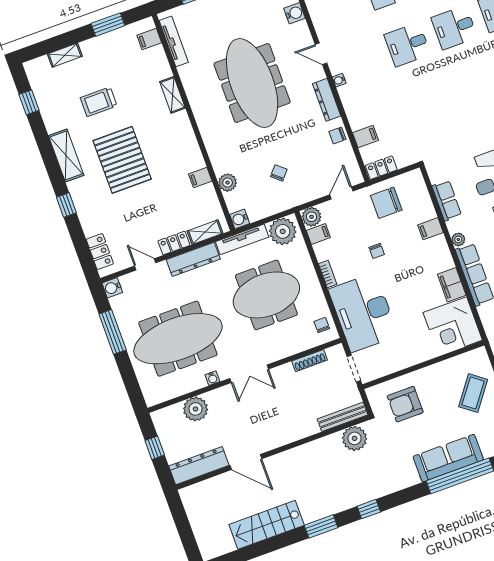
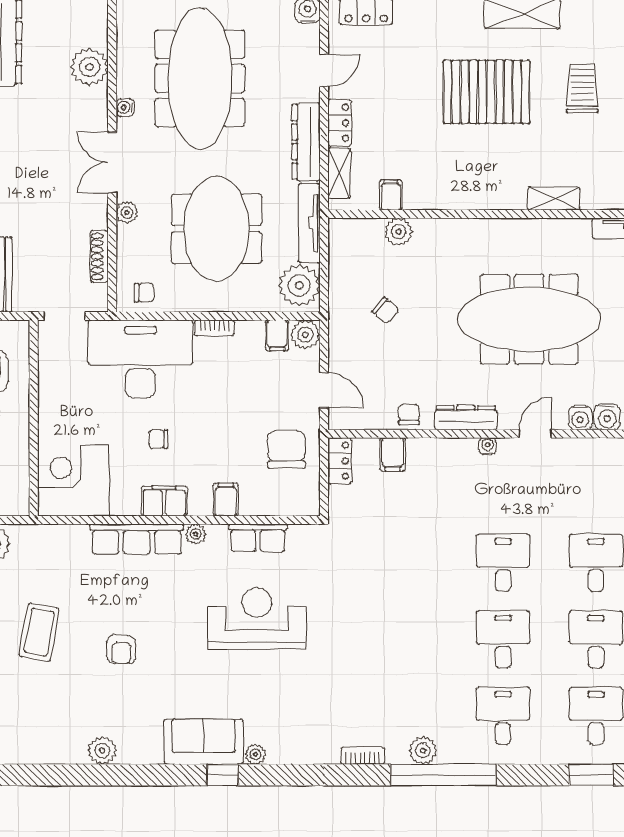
filing cabinet: (200, 177) -> (391, 195), moved
water cooler: (240, 219) -> (580, 418), moved, turned 180
chair: (377, 251) -> (158, 439), moved
filing cabinet: (452, 285) -> (164, 501), moved
plant: (276, 353) -> (127, 213), added

